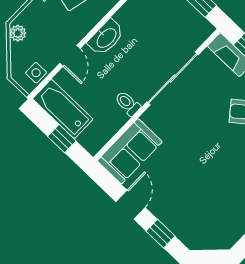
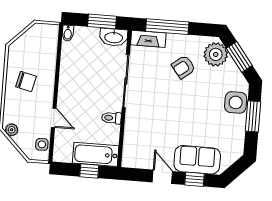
washbasin: (106, 38) -> (114, 37), moved, turned 90
bathtub: (63, 109) -> (96, 154), moved
sofa: (130, 151) -> (197, 160), moved, turned -90

